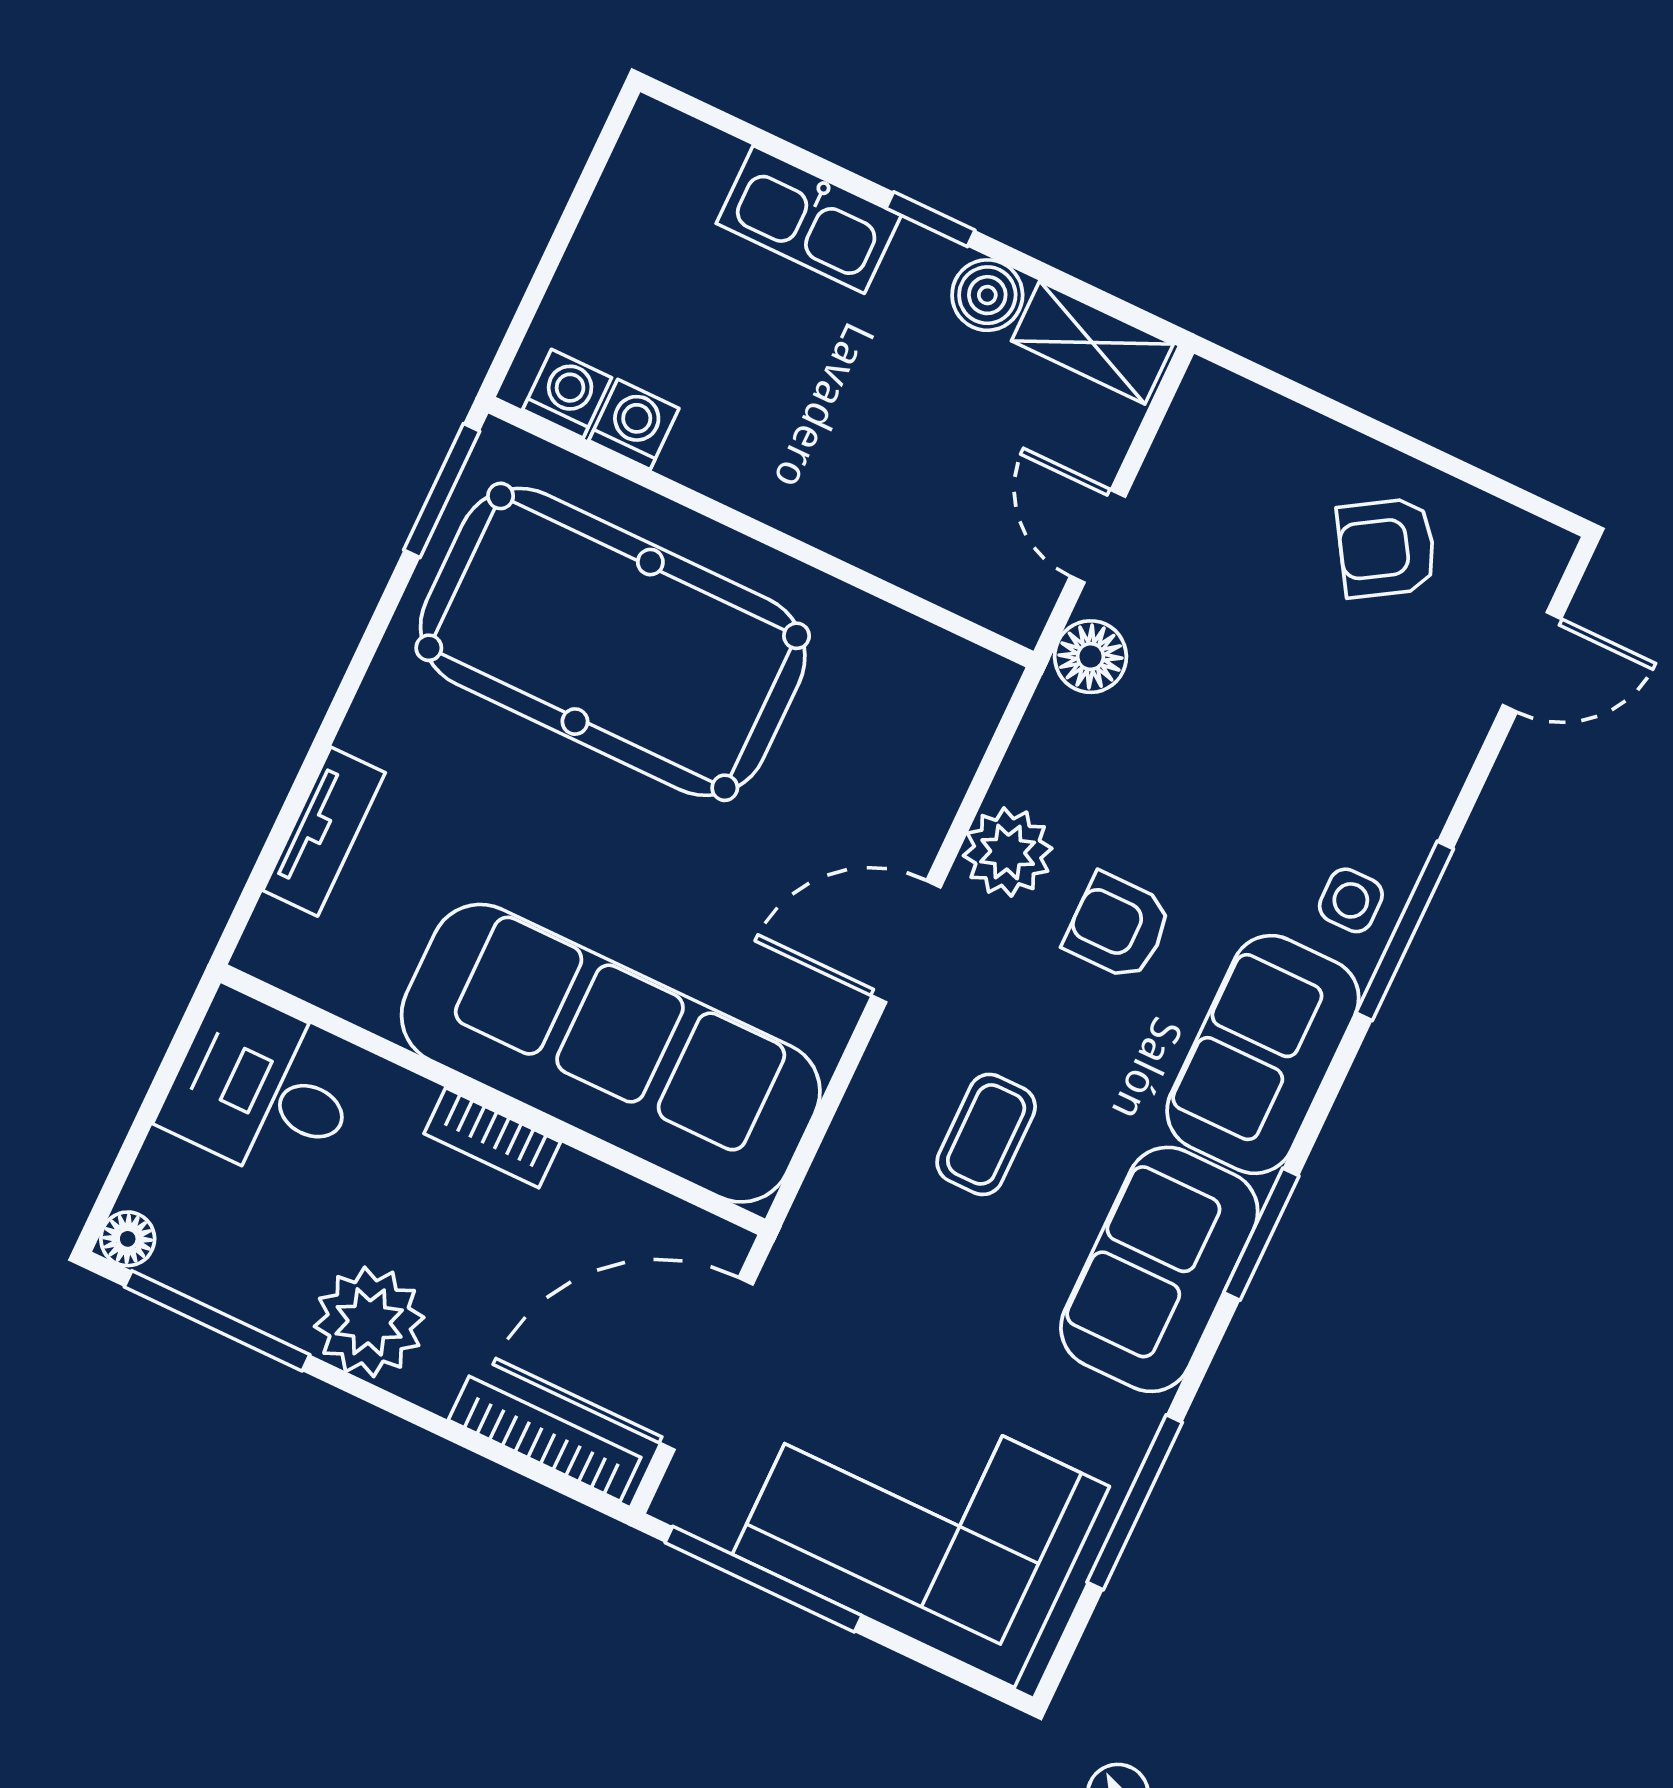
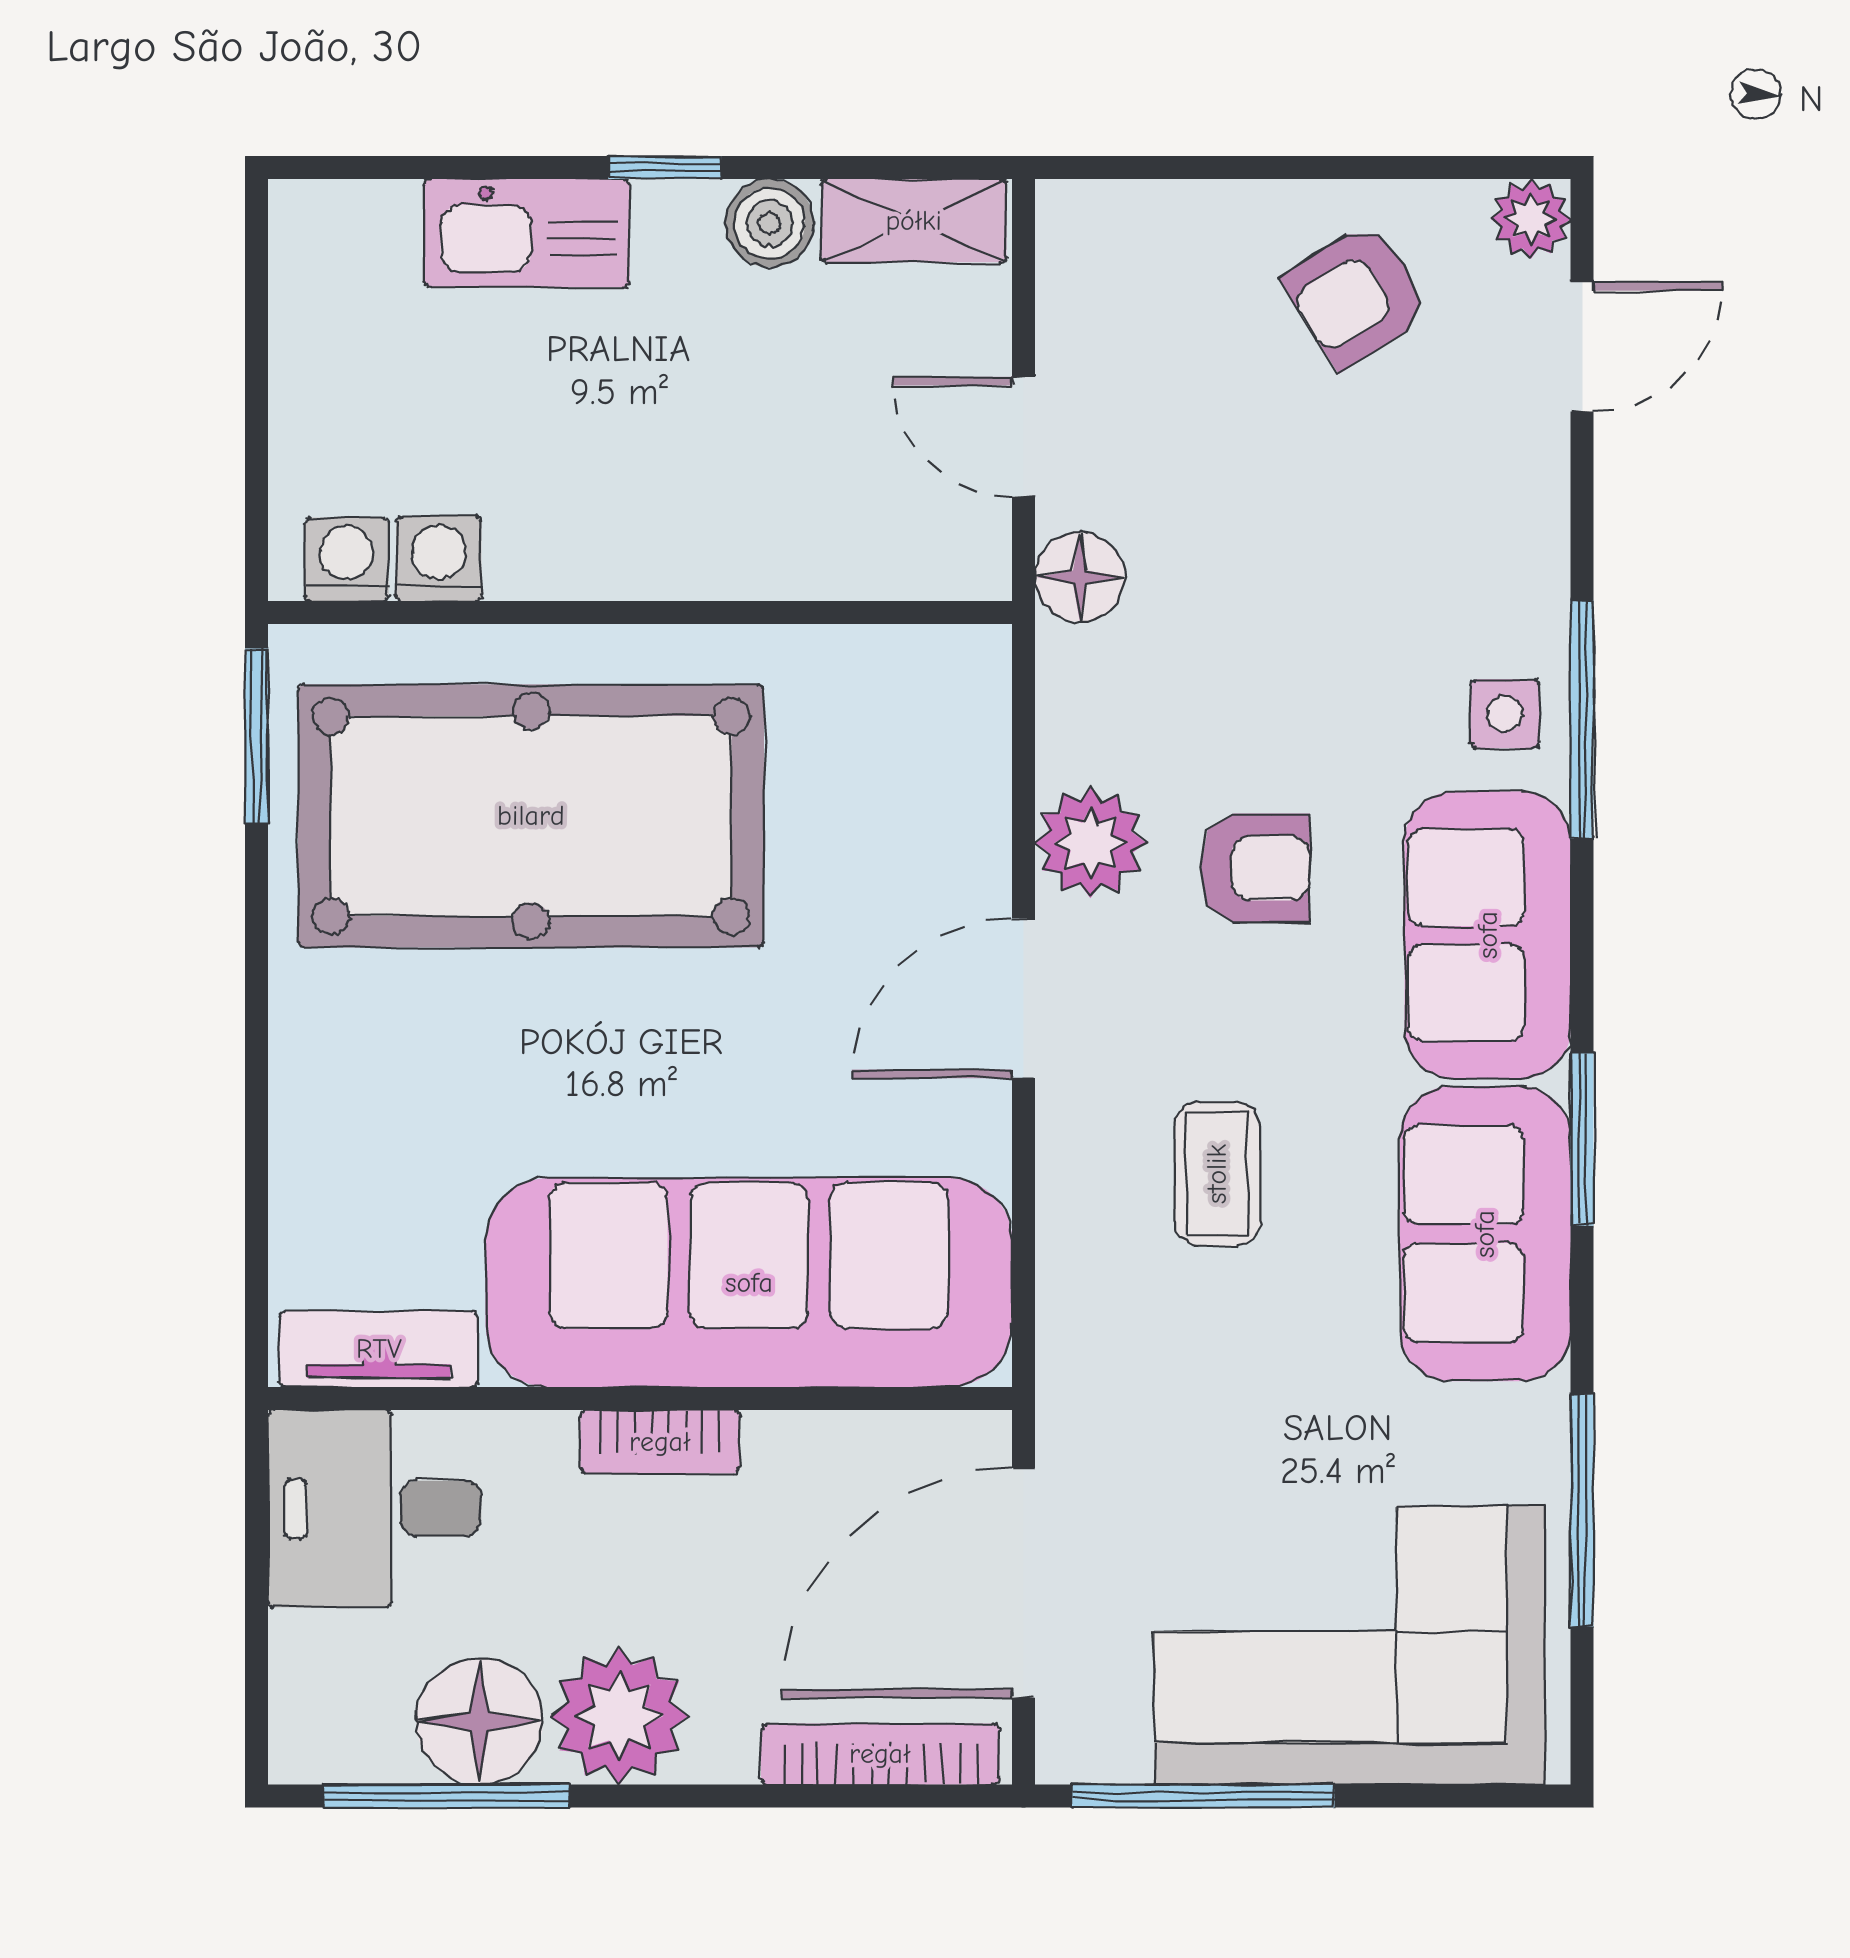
plant: (1539, 552) -> (1531, 219), added
tv unit: (324, 832) -> (379, 1349), moved, turned -90
armchair: (1118, 927) -> (1255, 868), turned 180
floor lamp: (128, 1239) -> (479, 1721), moved, width x1.89, depth x1.89

